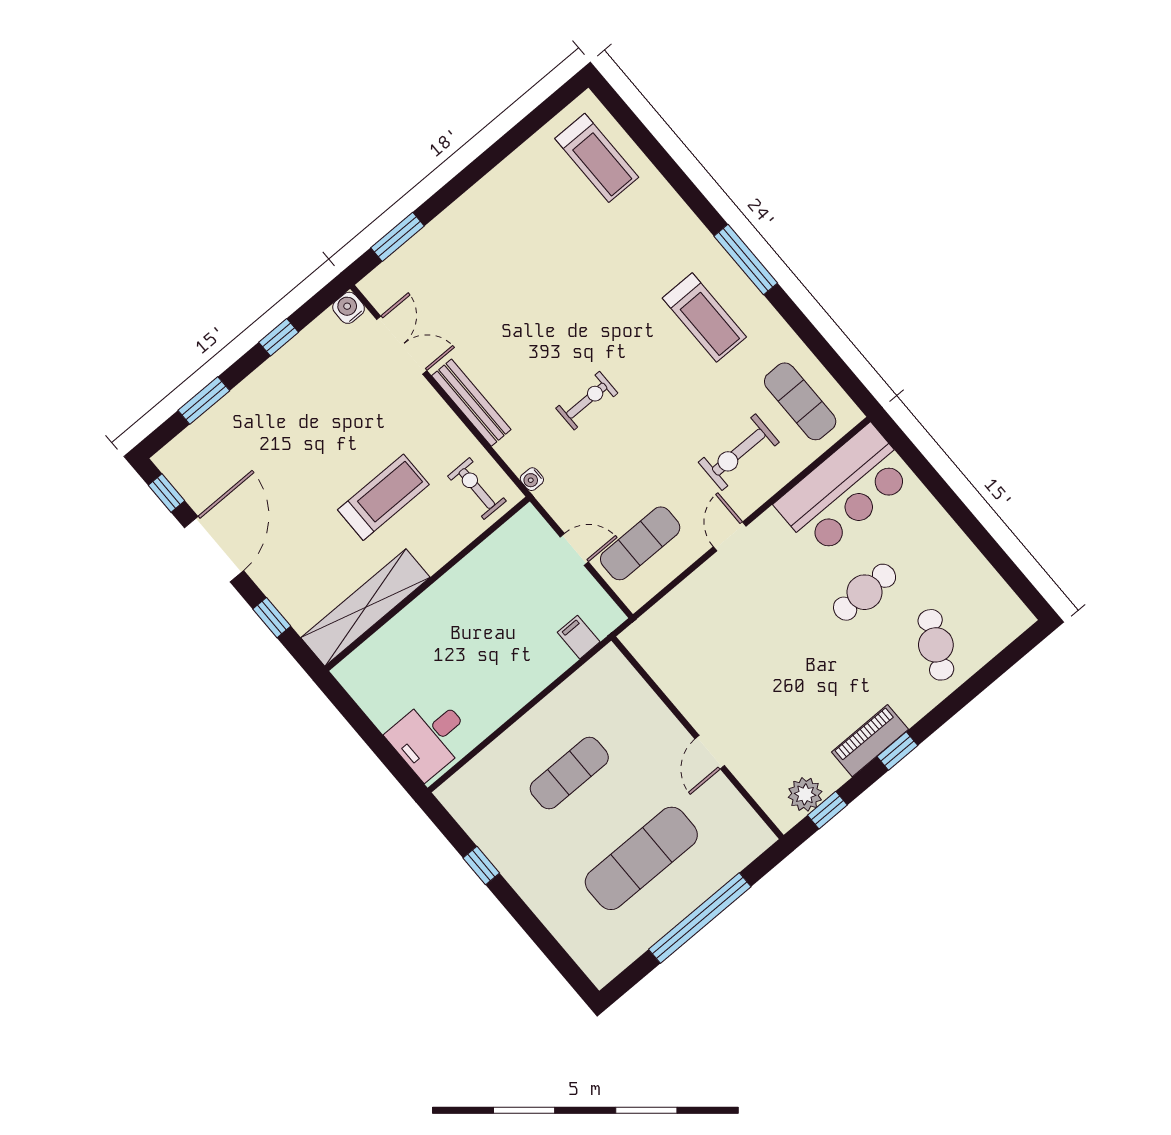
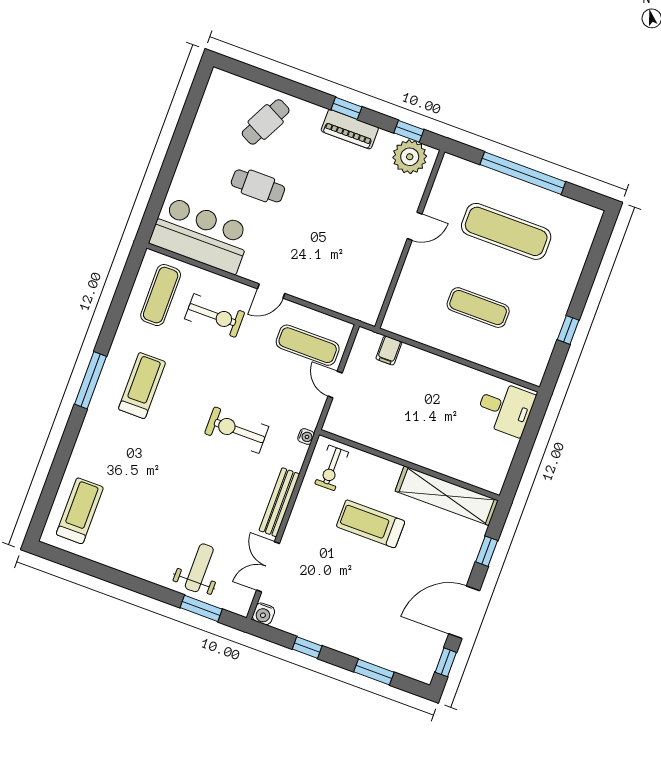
weight bench: (447, 262) -> (199, 568), added
exercise bike: (587, 401) -> (237, 430), width x1.38, depth x1.39
plant: (805, 794) -> (410, 157), width x1.36, depth x1.36

